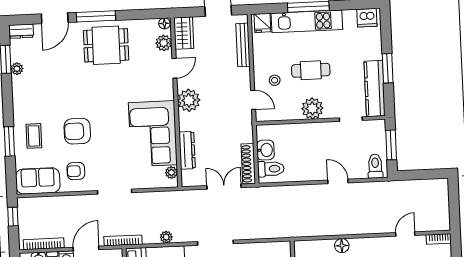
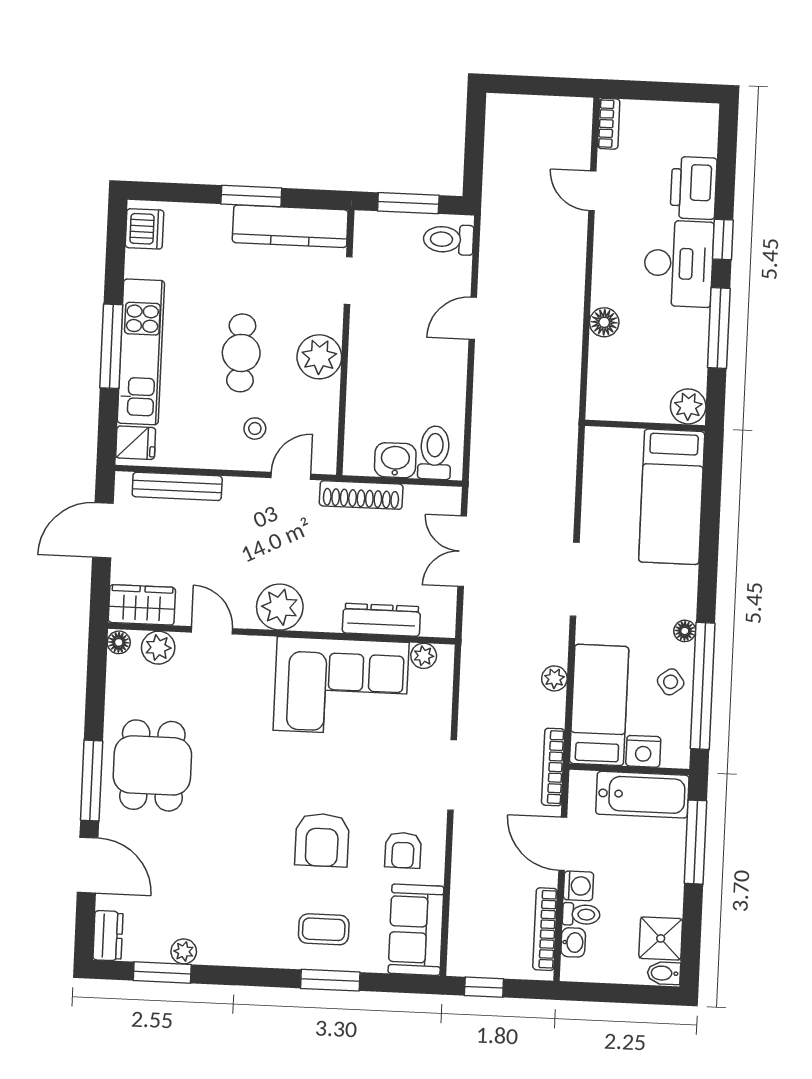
shoe rack: (248, 164) -> (361, 495), moved

